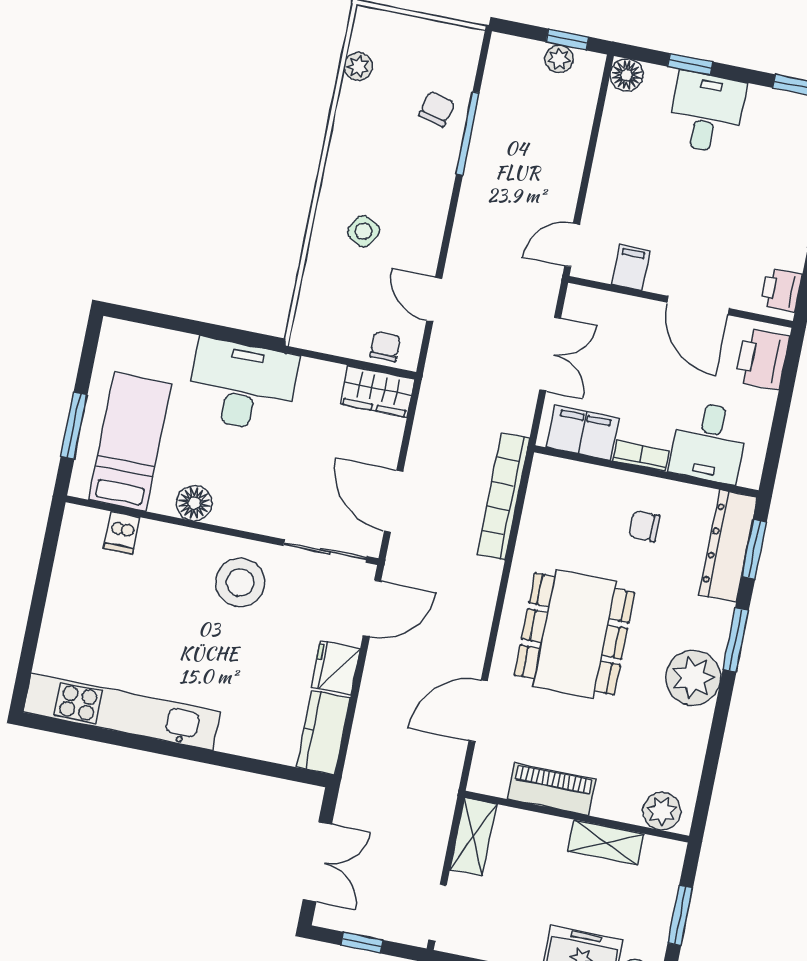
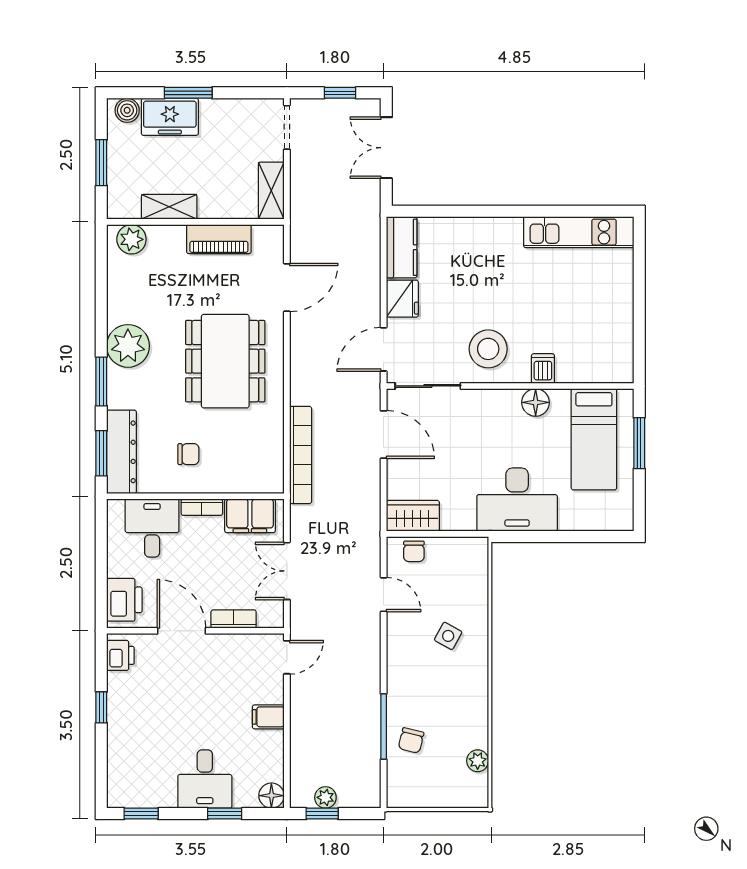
filing cabinet: (631, 268) -> (268, 717), moved, turned 90
bookcase: (629, 307) -> (234, 619), added
dishwasher: (122, 533) -> (543, 369), moved
kitchen unit: (122, 712) -> (579, 232), width x0.73

